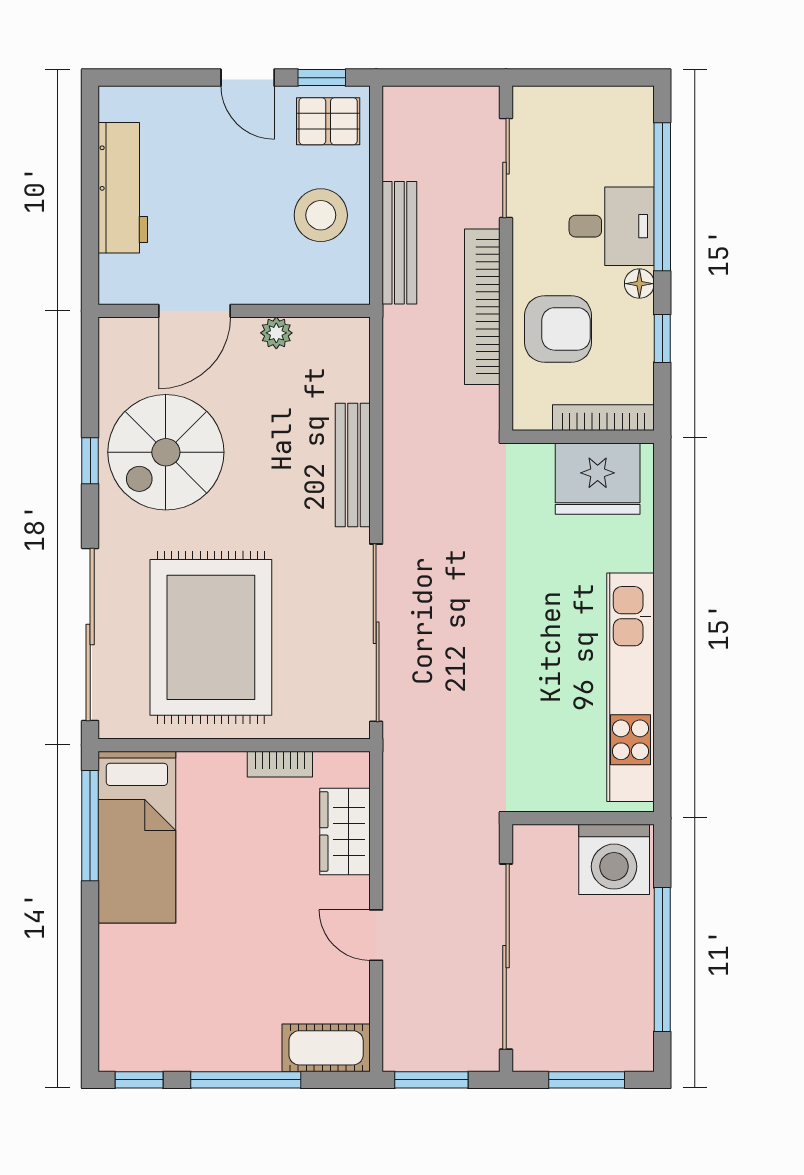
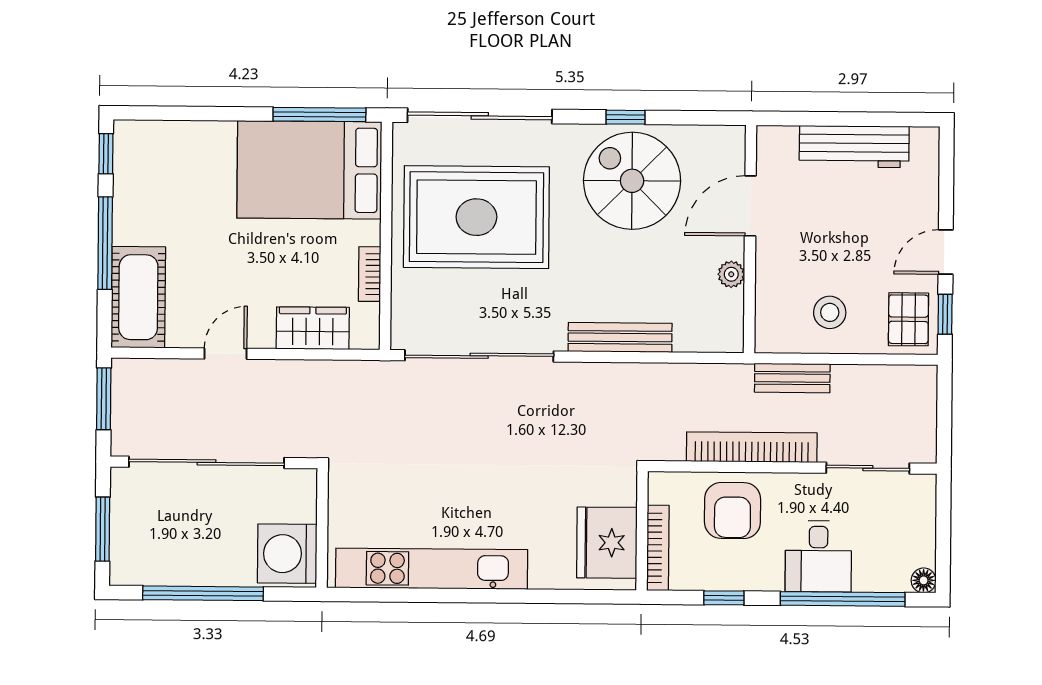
stool: (321, 215) -> (830, 312), width x0.73, depth x0.73
bench: (399, 243) -> (792, 378), width x0.73
floor lamp: (639, 284) -> (924, 580), moved
door: (195, 311) -> (750, 206), hinge flipped
bed: (137, 837) -> (309, 170), width x1.50
cot: (326, 1048) -> (138, 297), width x1.37, depth x1.34

